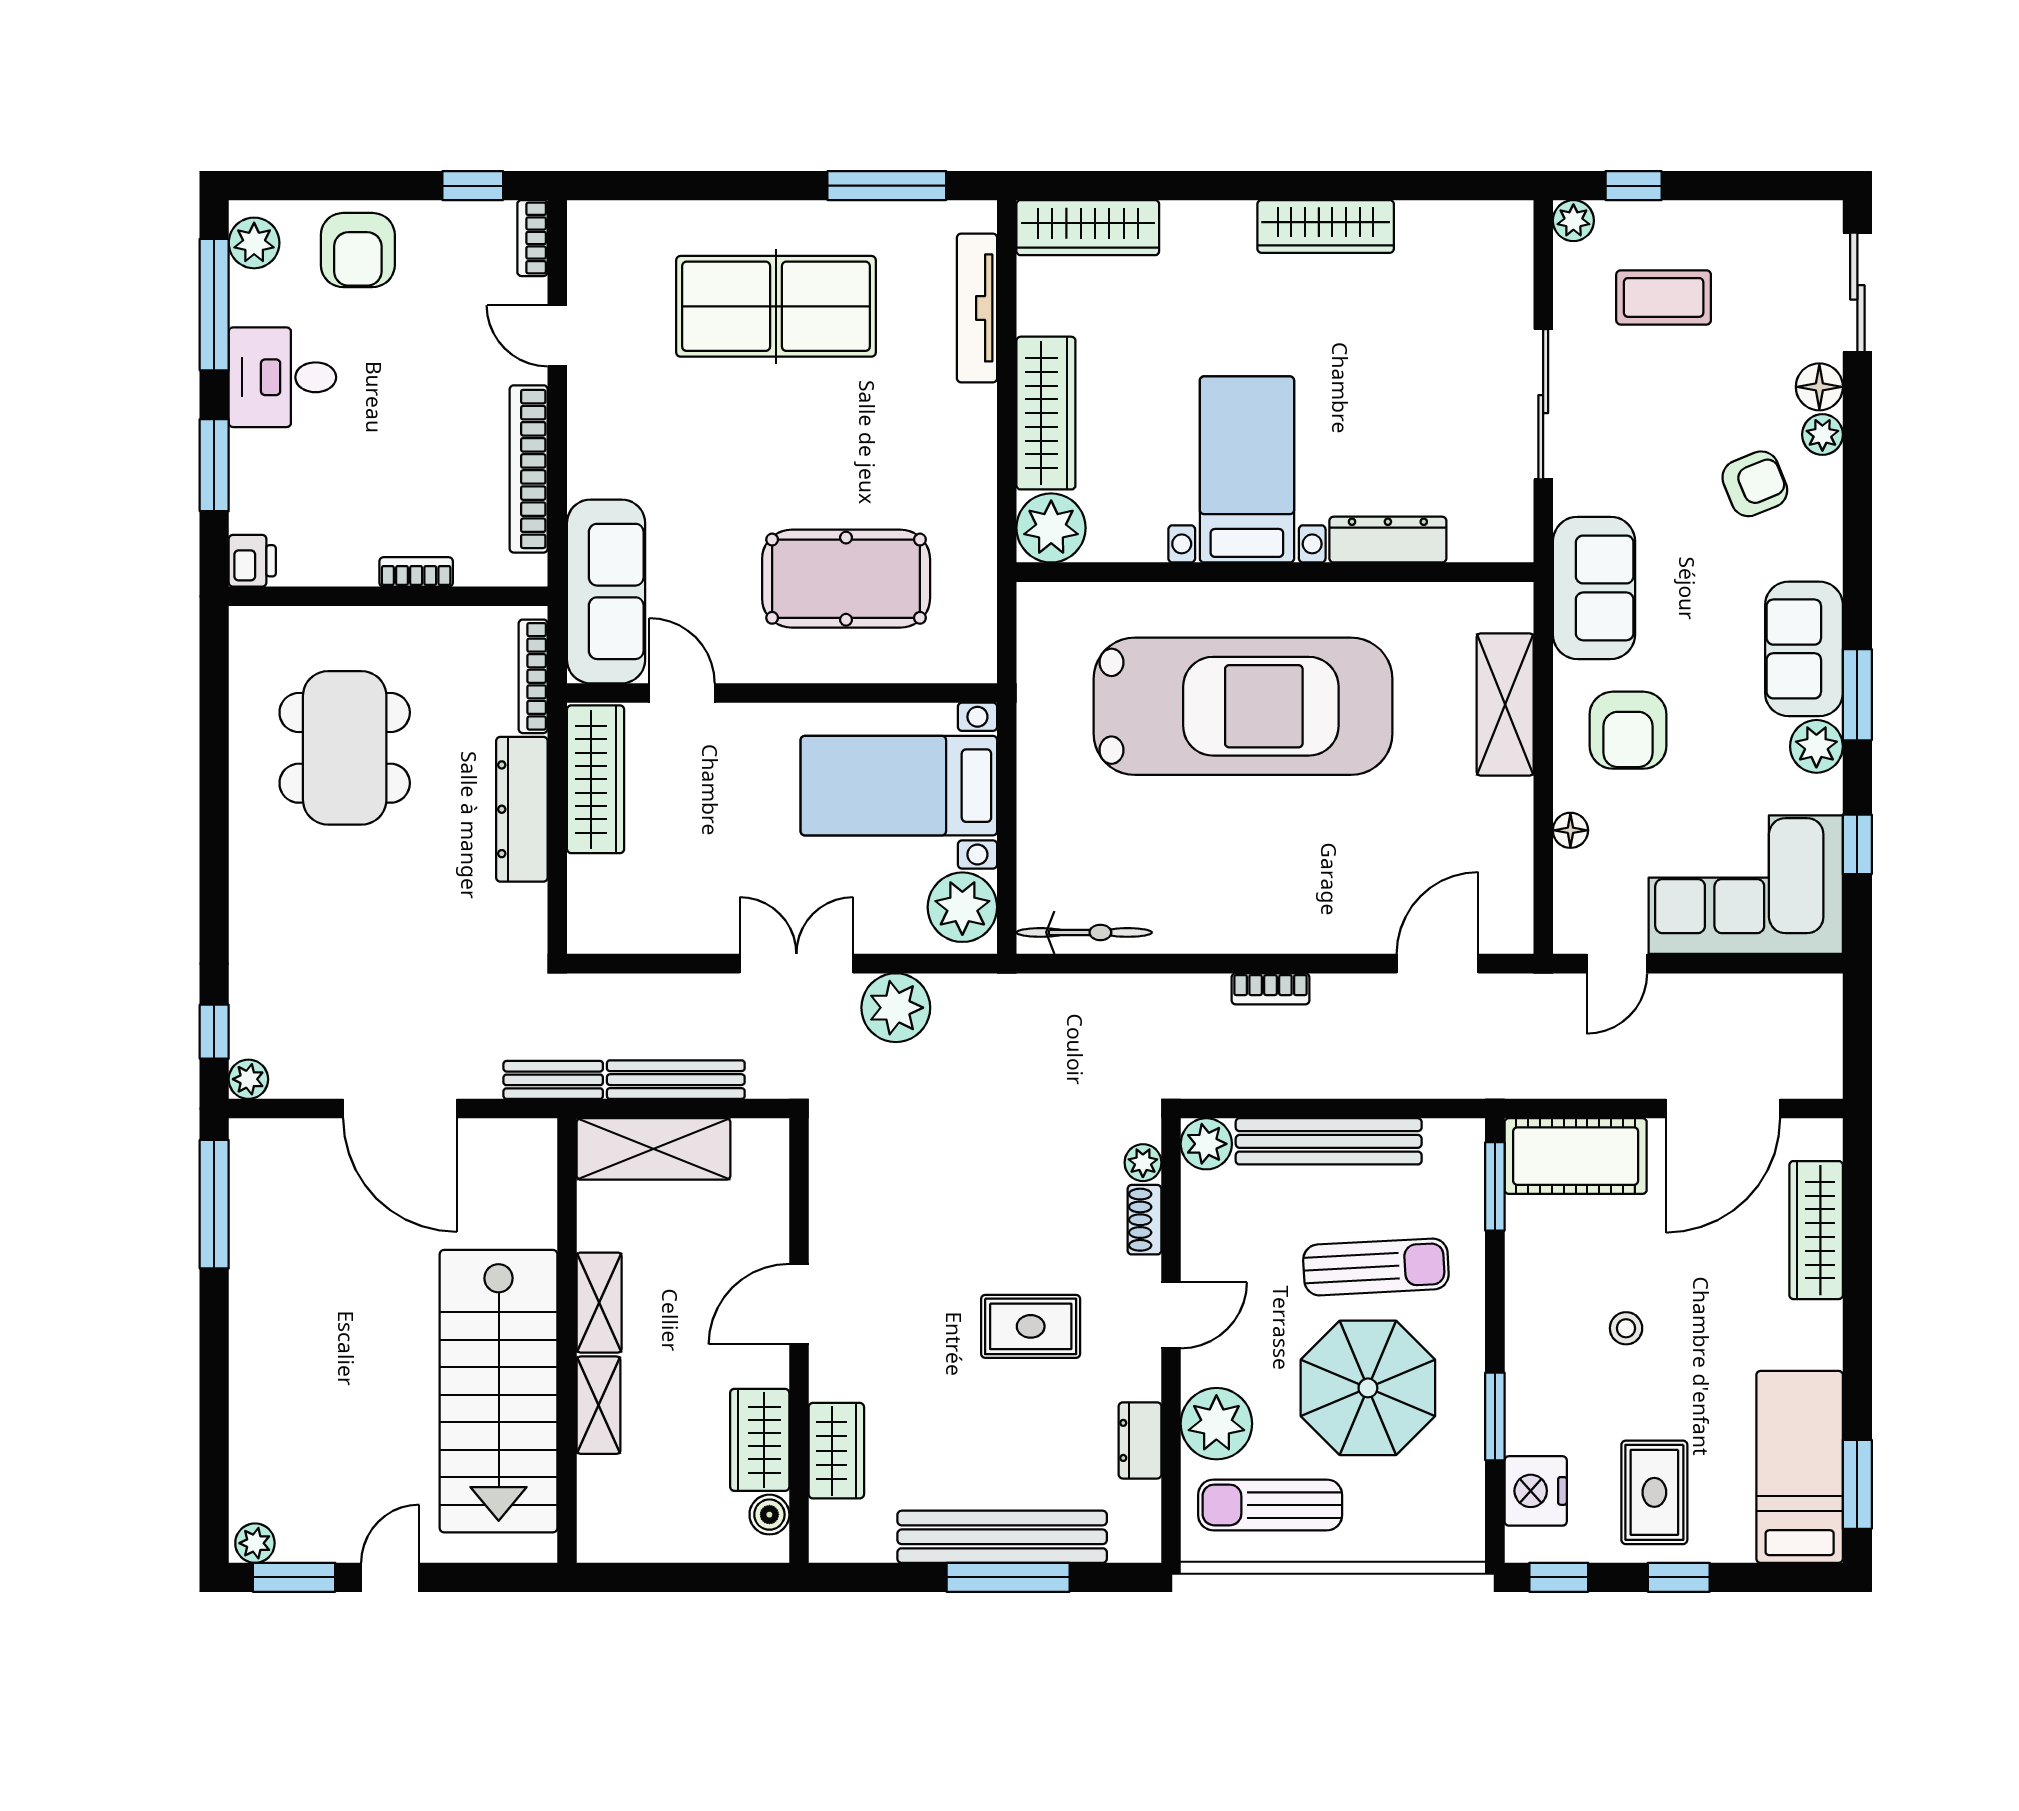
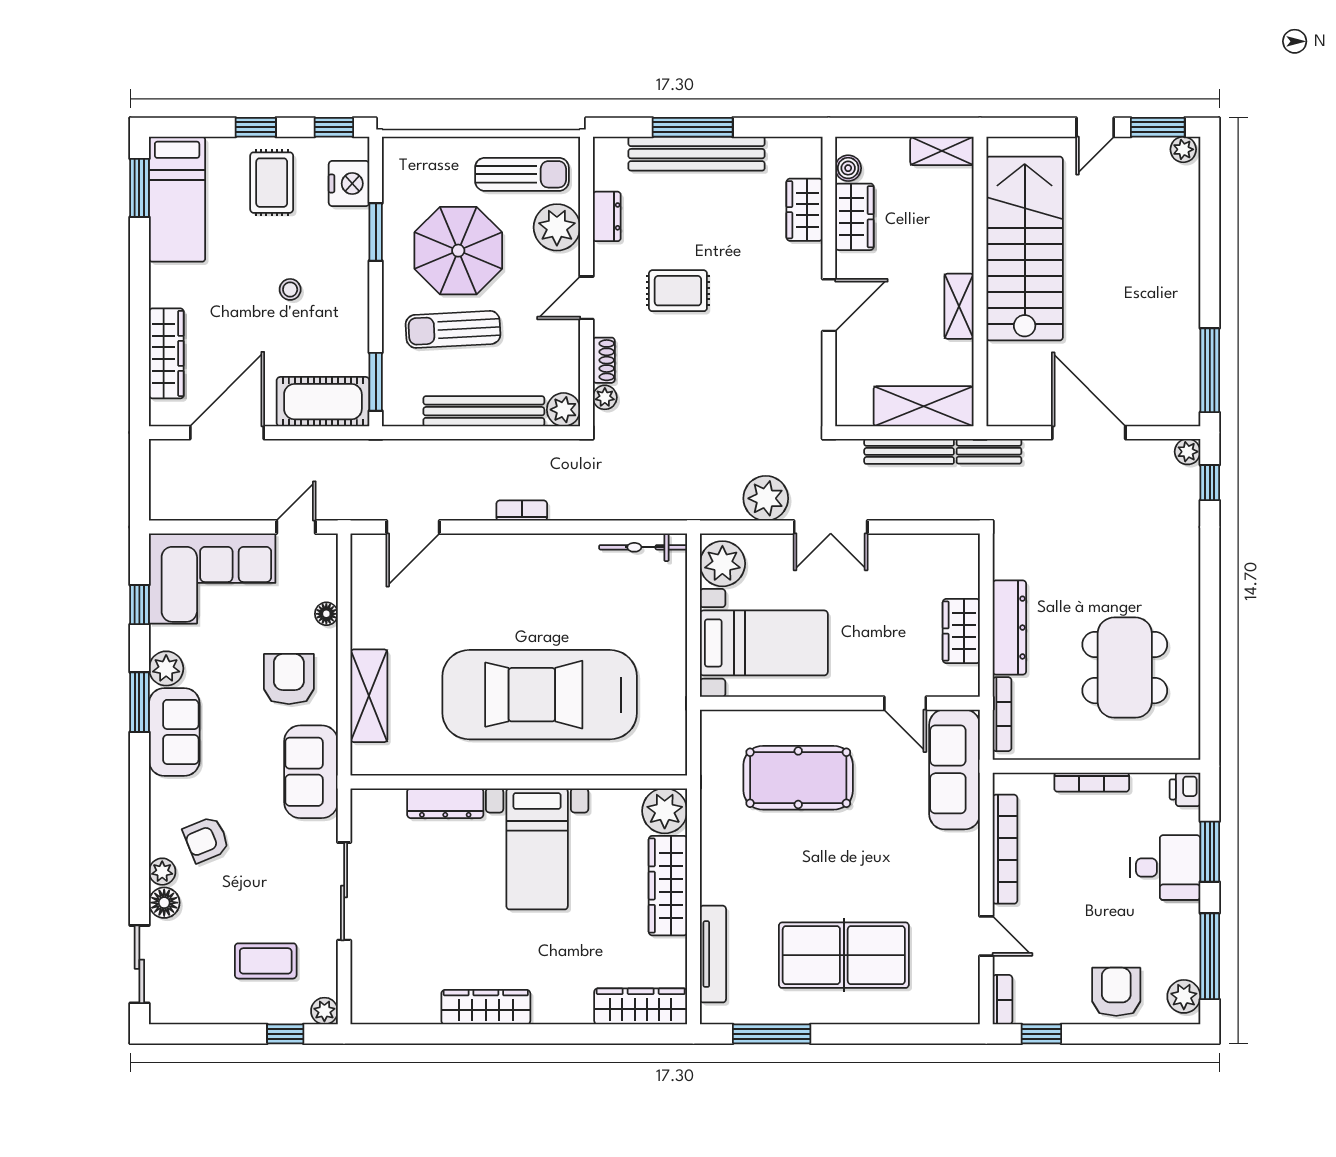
desk: (282, 377) -> (1165, 868), moved
bookcase: (416, 572) -> (1092, 782), width x1.56
wardrobe: (596, 779) -> (961, 631), width x0.67
shelving: (599, 1405) -> (942, 151), moved, turned 90

